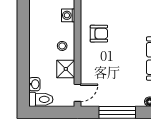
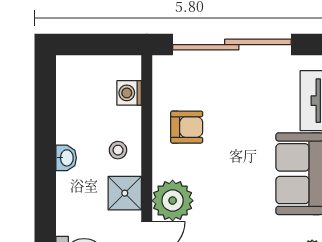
plant: (91, 73) -> (173, 201), added
washbasin: (34, 84) -> (66, 158), moved

